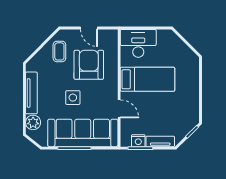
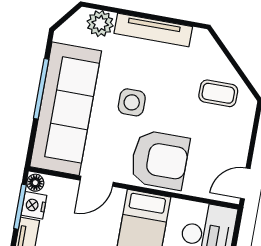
door: (89, 28) -> (245, 183), moved
armchair: (89, 65) -> (160, 160), moved
floor lamp: (126, 142) -> (35, 183), added

